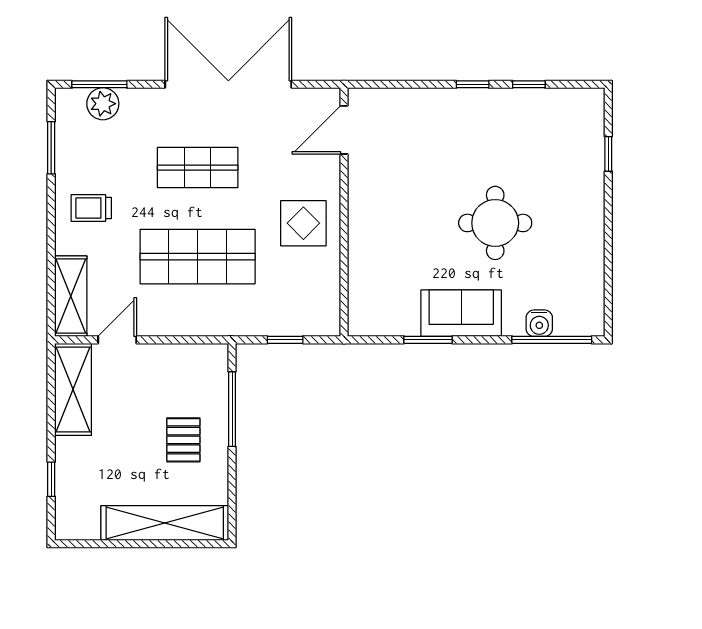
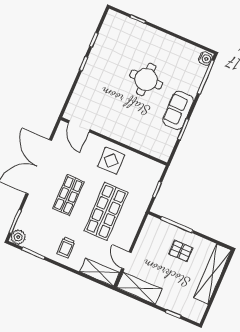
plant: (103, 104) -> (18, 237), moved
water cooler: (539, 323) -> (205, 59), moved

